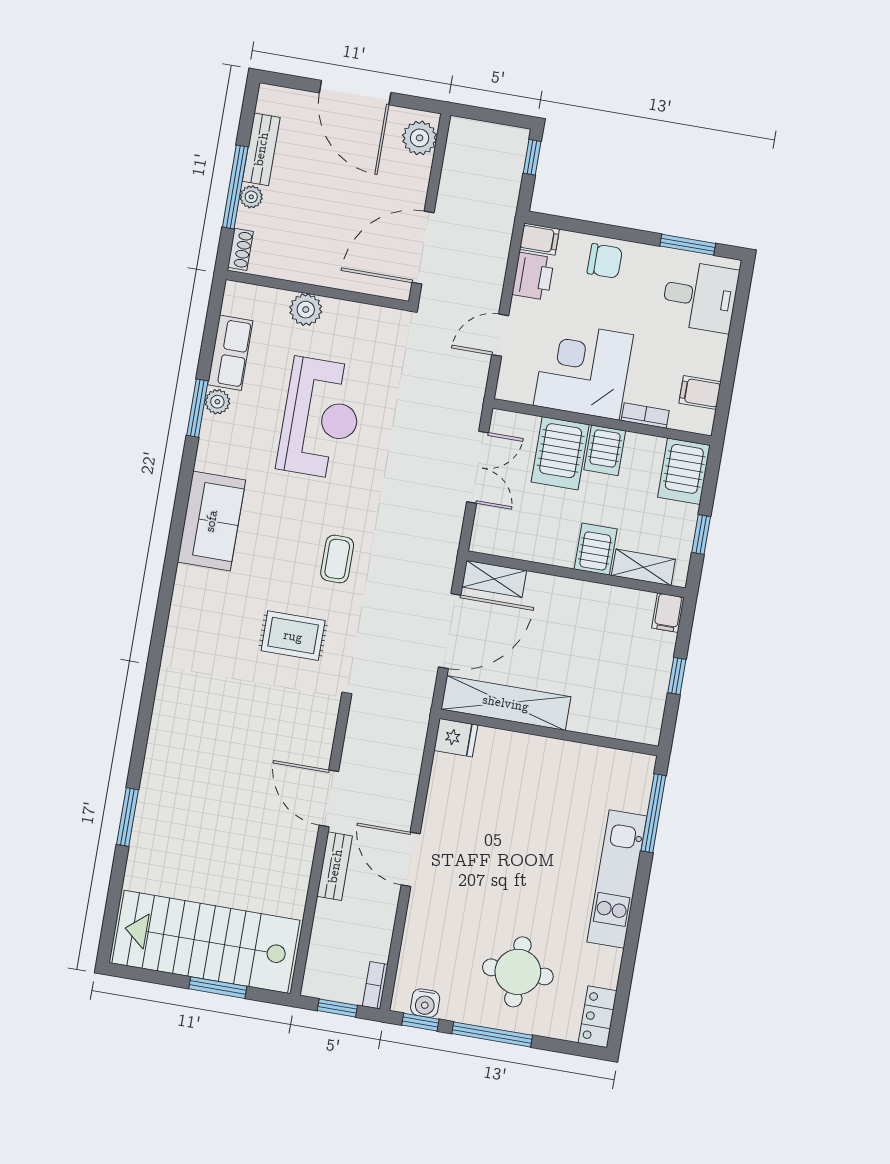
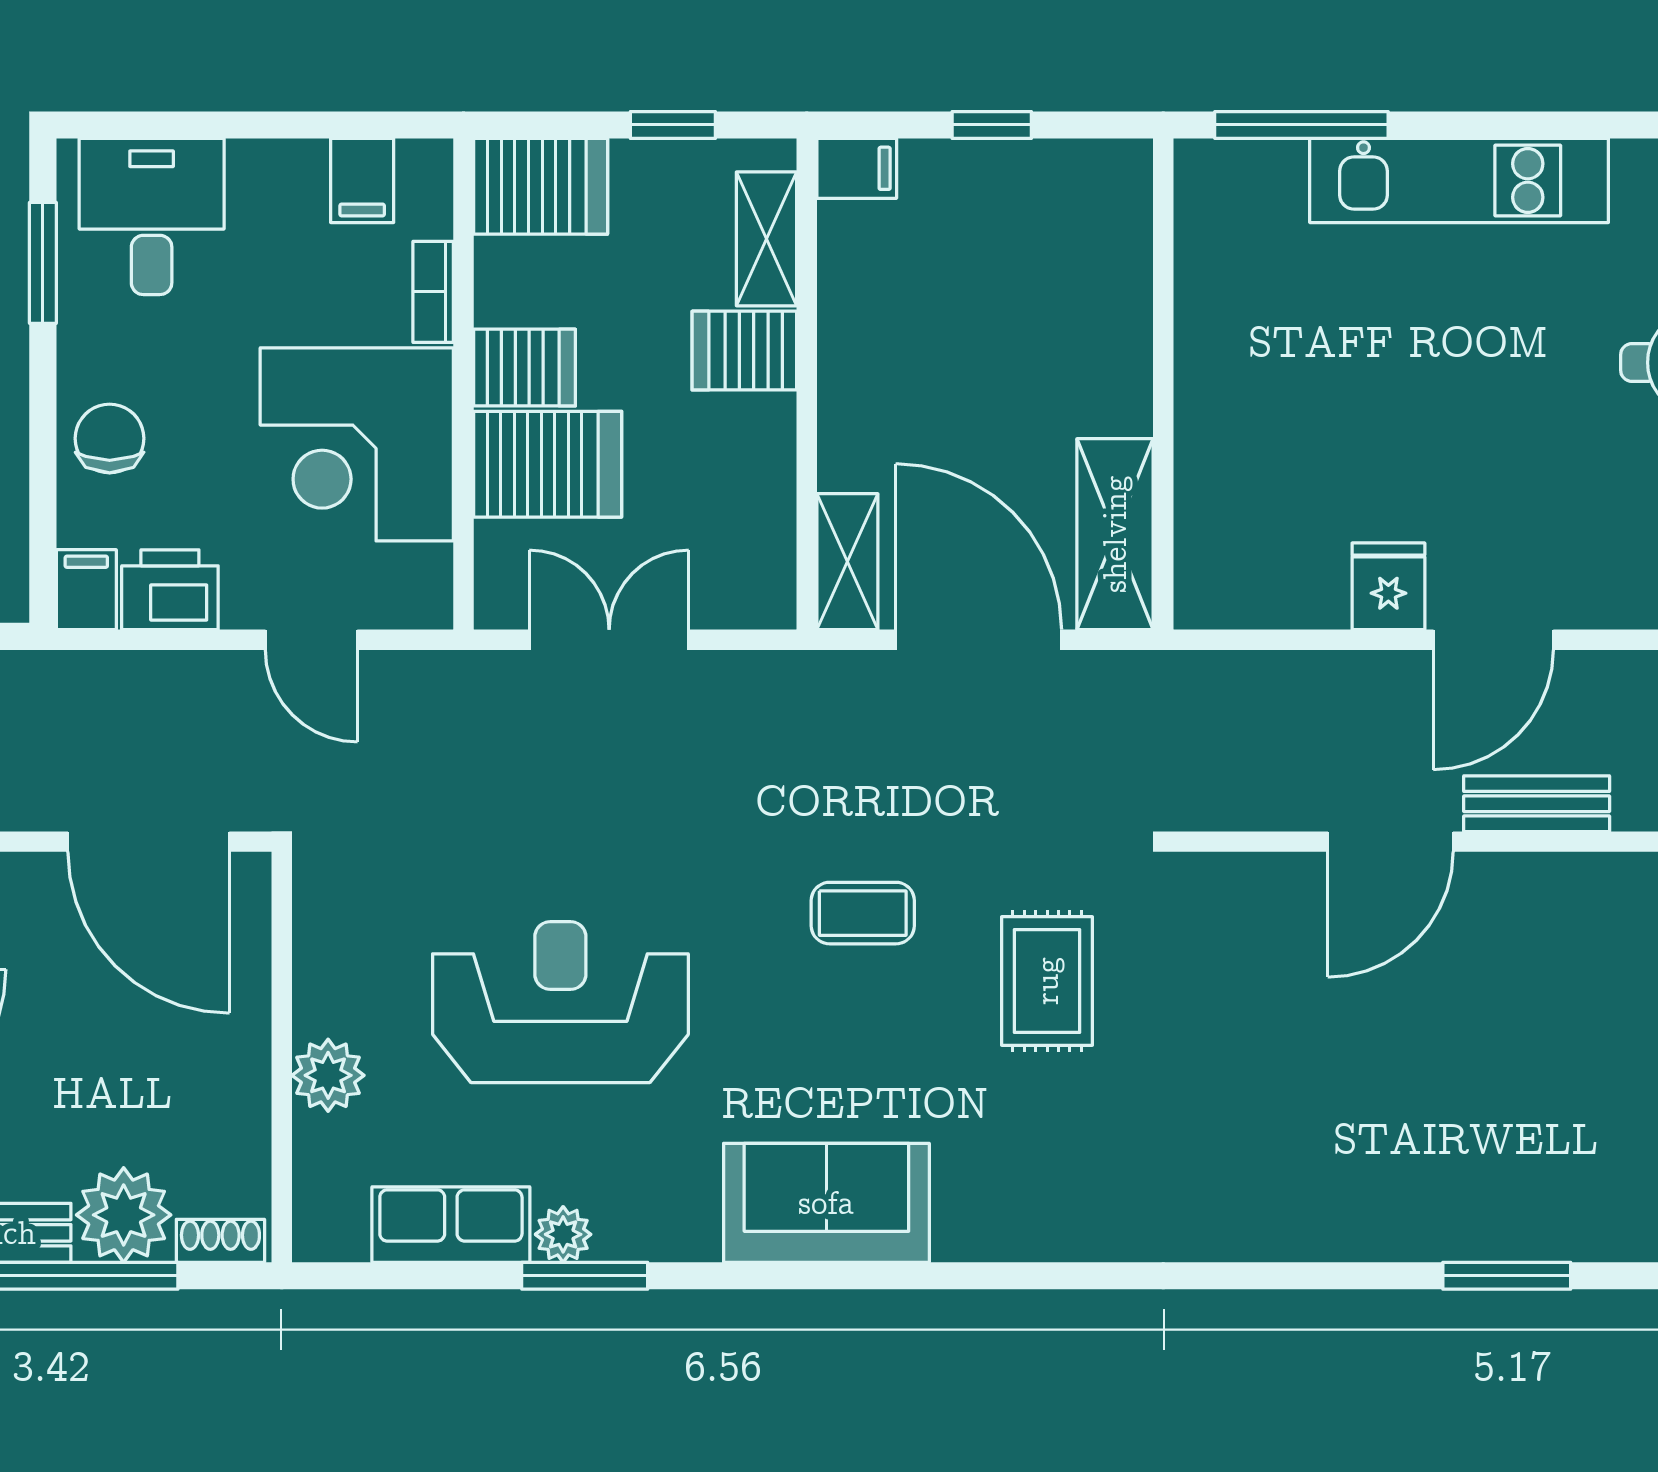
plant: (251, 197) -> (124, 1215), width x1.88, depth x1.88
shelving: (506, 703) -> (1115, 534), width x0.68
fridge: (456, 738) -> (1388, 586), moved

